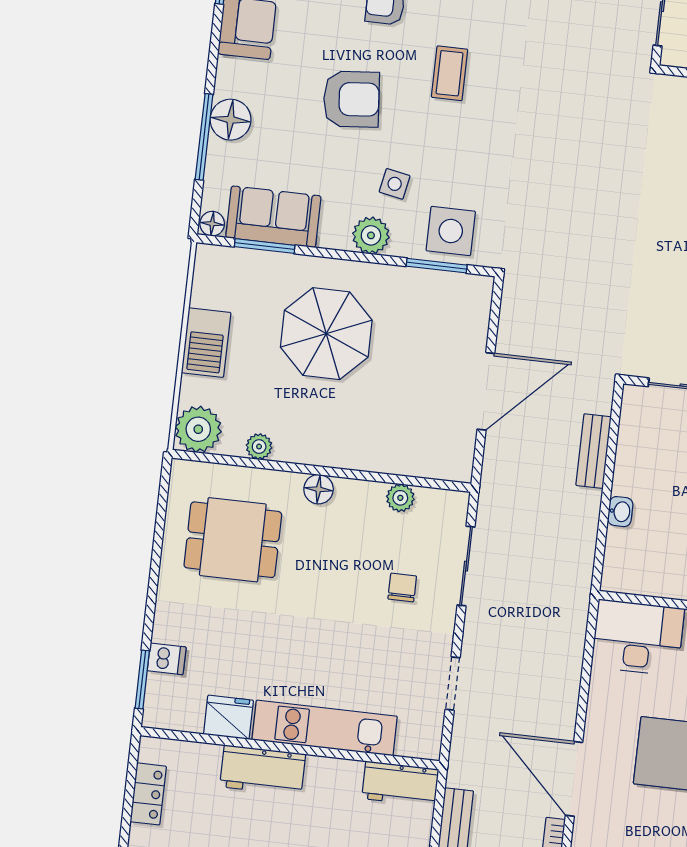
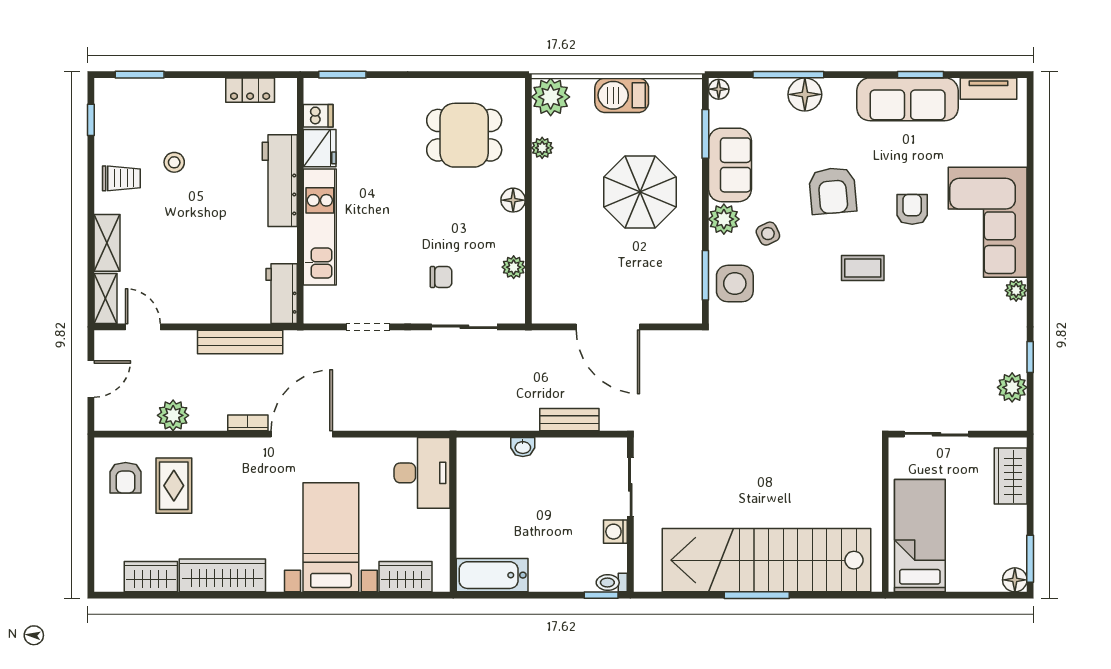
side table: (395, 184) -> (768, 234), turned -37
sofa: (273, 217) -> (730, 165), moved
dining table: (233, 540) -> (464, 135), turned 90
dishwasher: (167, 659) -> (318, 116), moved, turned -90
workbench: (263, 770) -> (280, 181), width x1.38

